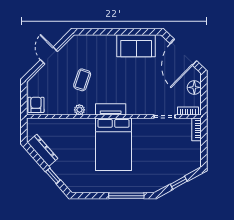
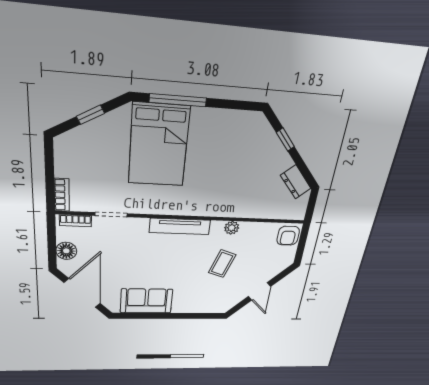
tv unit: (111, 109) -> (180, 226), width x1.41
bed: (113, 144) -> (159, 145), moved, turned 180
dresser: (43, 150) -> (296, 182), width x0.70

